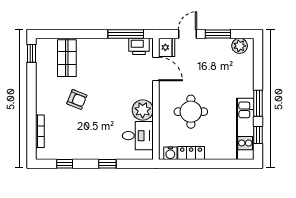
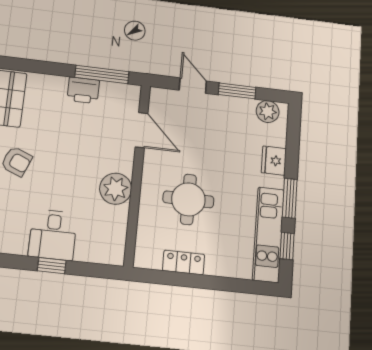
door: (187, 34) -> (193, 86), hinge flipped
printer: (139, 46) -> (83, 90), moved
fridge: (167, 47) -> (274, 161), moved, turned 180
desk: (138, 136) -> (53, 235), moved, turned 90
water cooler: (170, 153) -> (152, 260), removed

